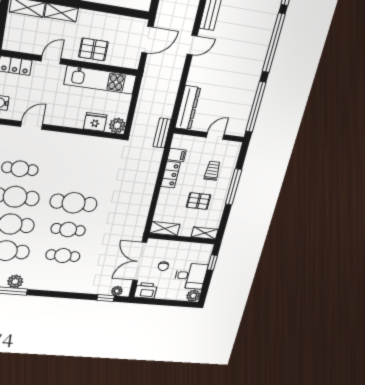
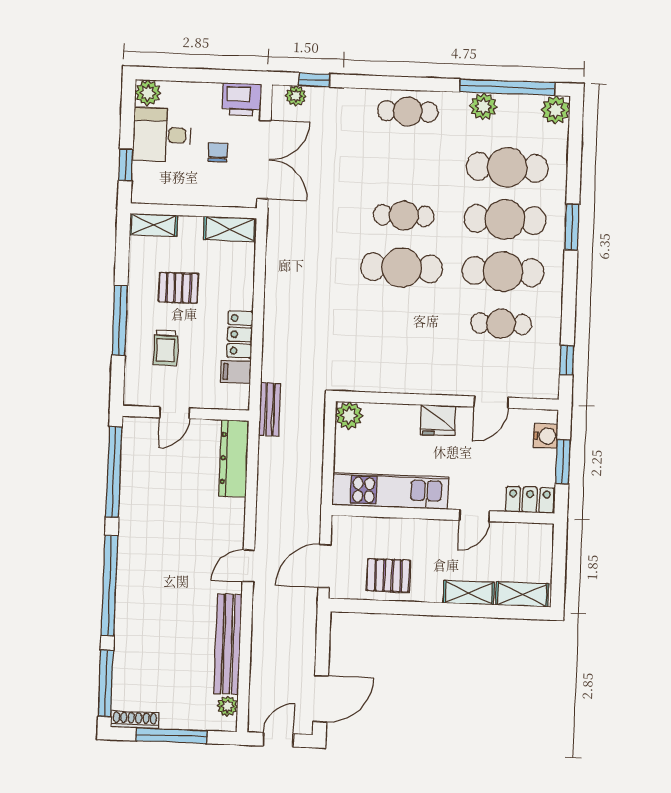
pallet: (93, 49) -> (388, 575), moved
fridge: (95, 122) -> (438, 420), moved
cafe table: (63, 256) -> (408, 111), moved

